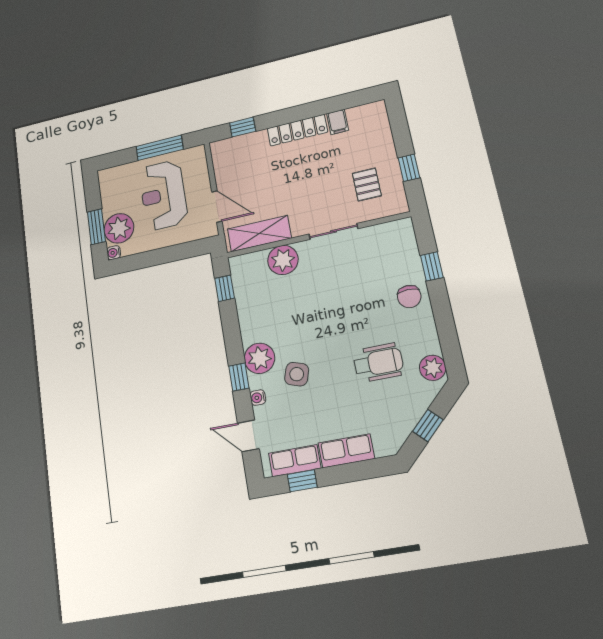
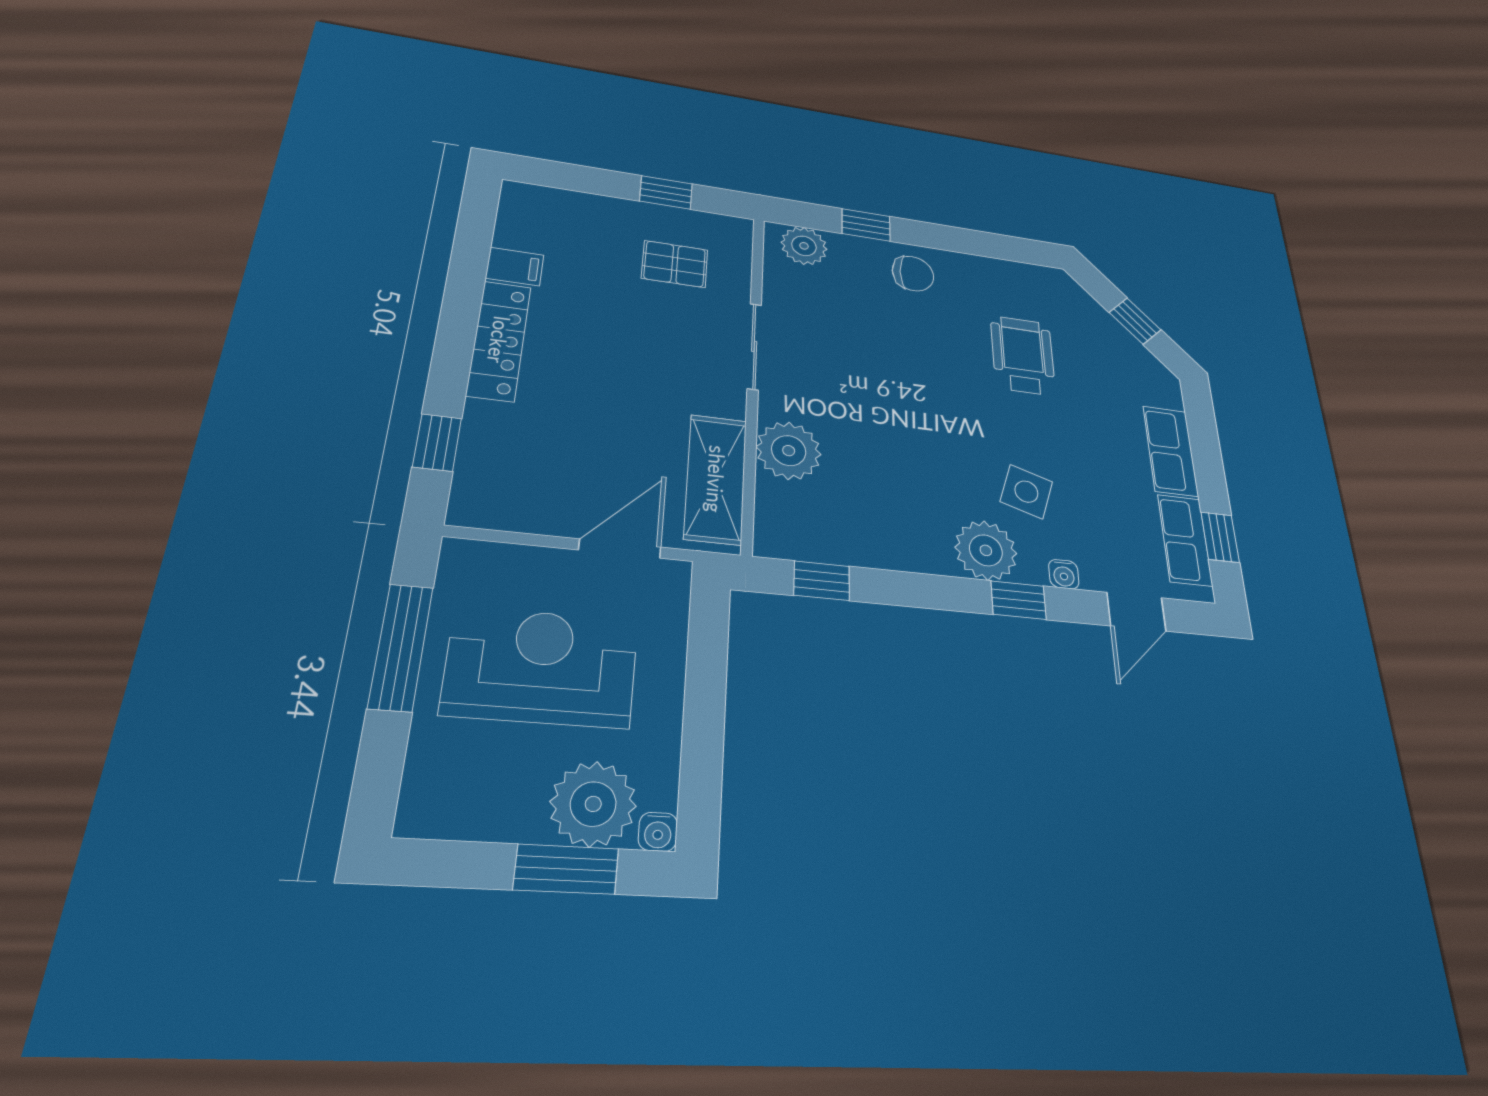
reception desk: (163, 195) -> (541, 667), turned 180
plant: (433, 368) -> (804, 246), moved

